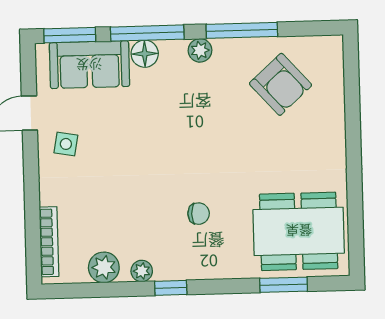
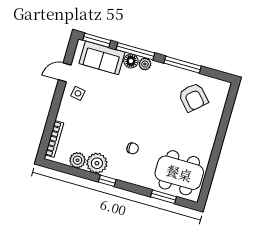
plant: (200, 50) -> (145, 64), moved
plant: (142, 271) -> (97, 163), width x1.88, depth x1.88

